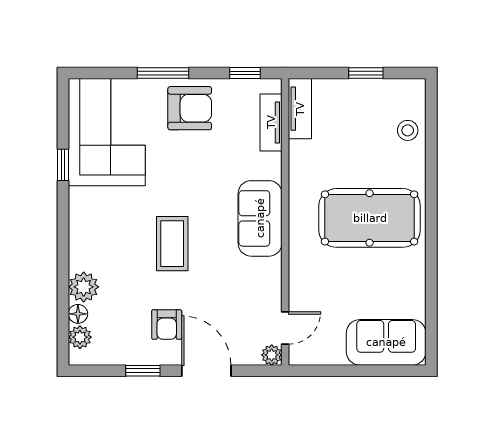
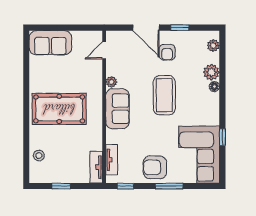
coffee table: (172, 244) -> (164, 95), width x1.36, depth x1.32
floor lamp: (78, 314) -> (214, 87), moved
armchair: (167, 325) -> (167, 52), turned 180
plant: (272, 355) -> (111, 82), moved

